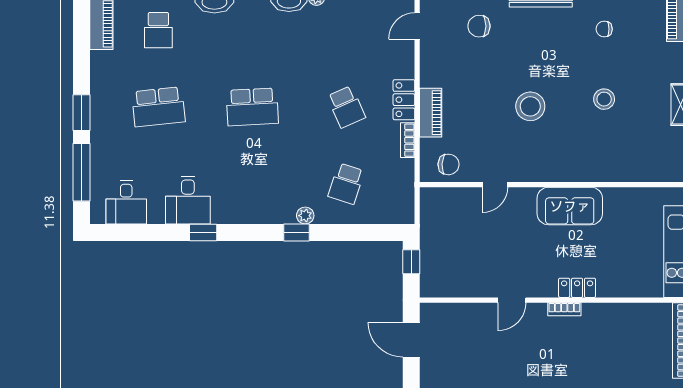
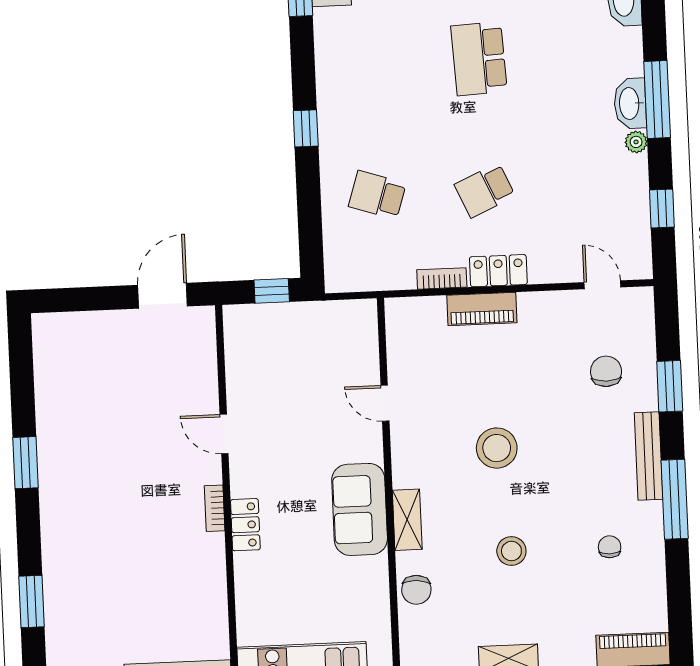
chair: (449, 164) -> (416, 590), moved
shelving: (579, 172) -> (407, 520), added
plant: (305, 216) -> (330, 139), removed

